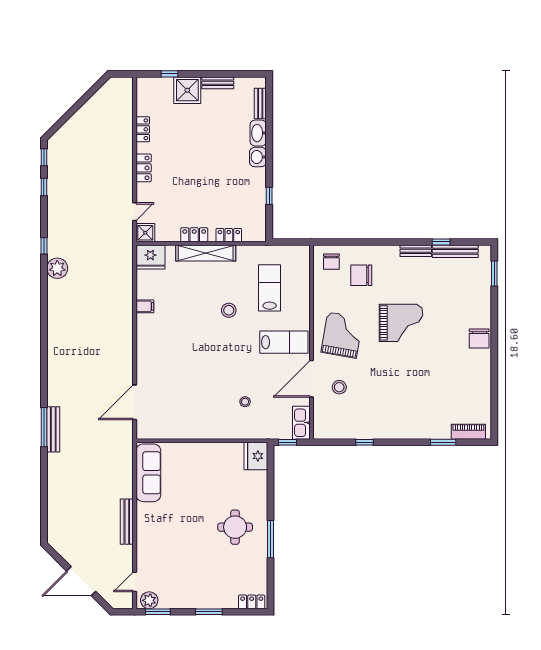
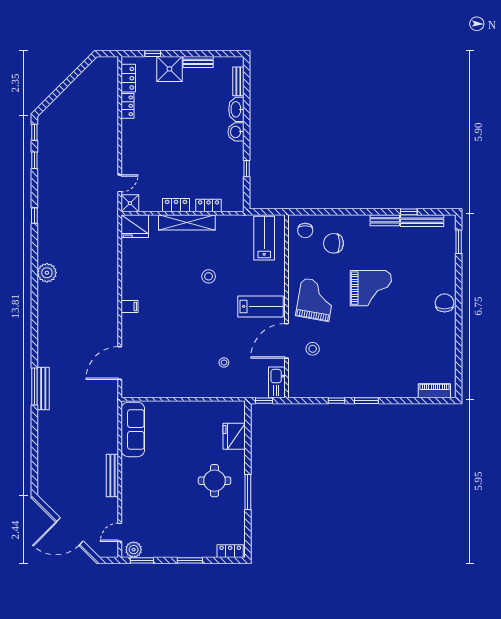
locker: (144, 168) -> (128, 78), moved
plant: (57, 268) -> (47, 273), moved
lab bench: (270, 288) -> (264, 238), moved
filing cabinet: (145, 306) -> (130, 306), moved
chair: (479, 338) -> (445, 303), turned 180
window: (443, 442) -> (366, 401), moved
fridge: (256, 456) -> (234, 436), moved

